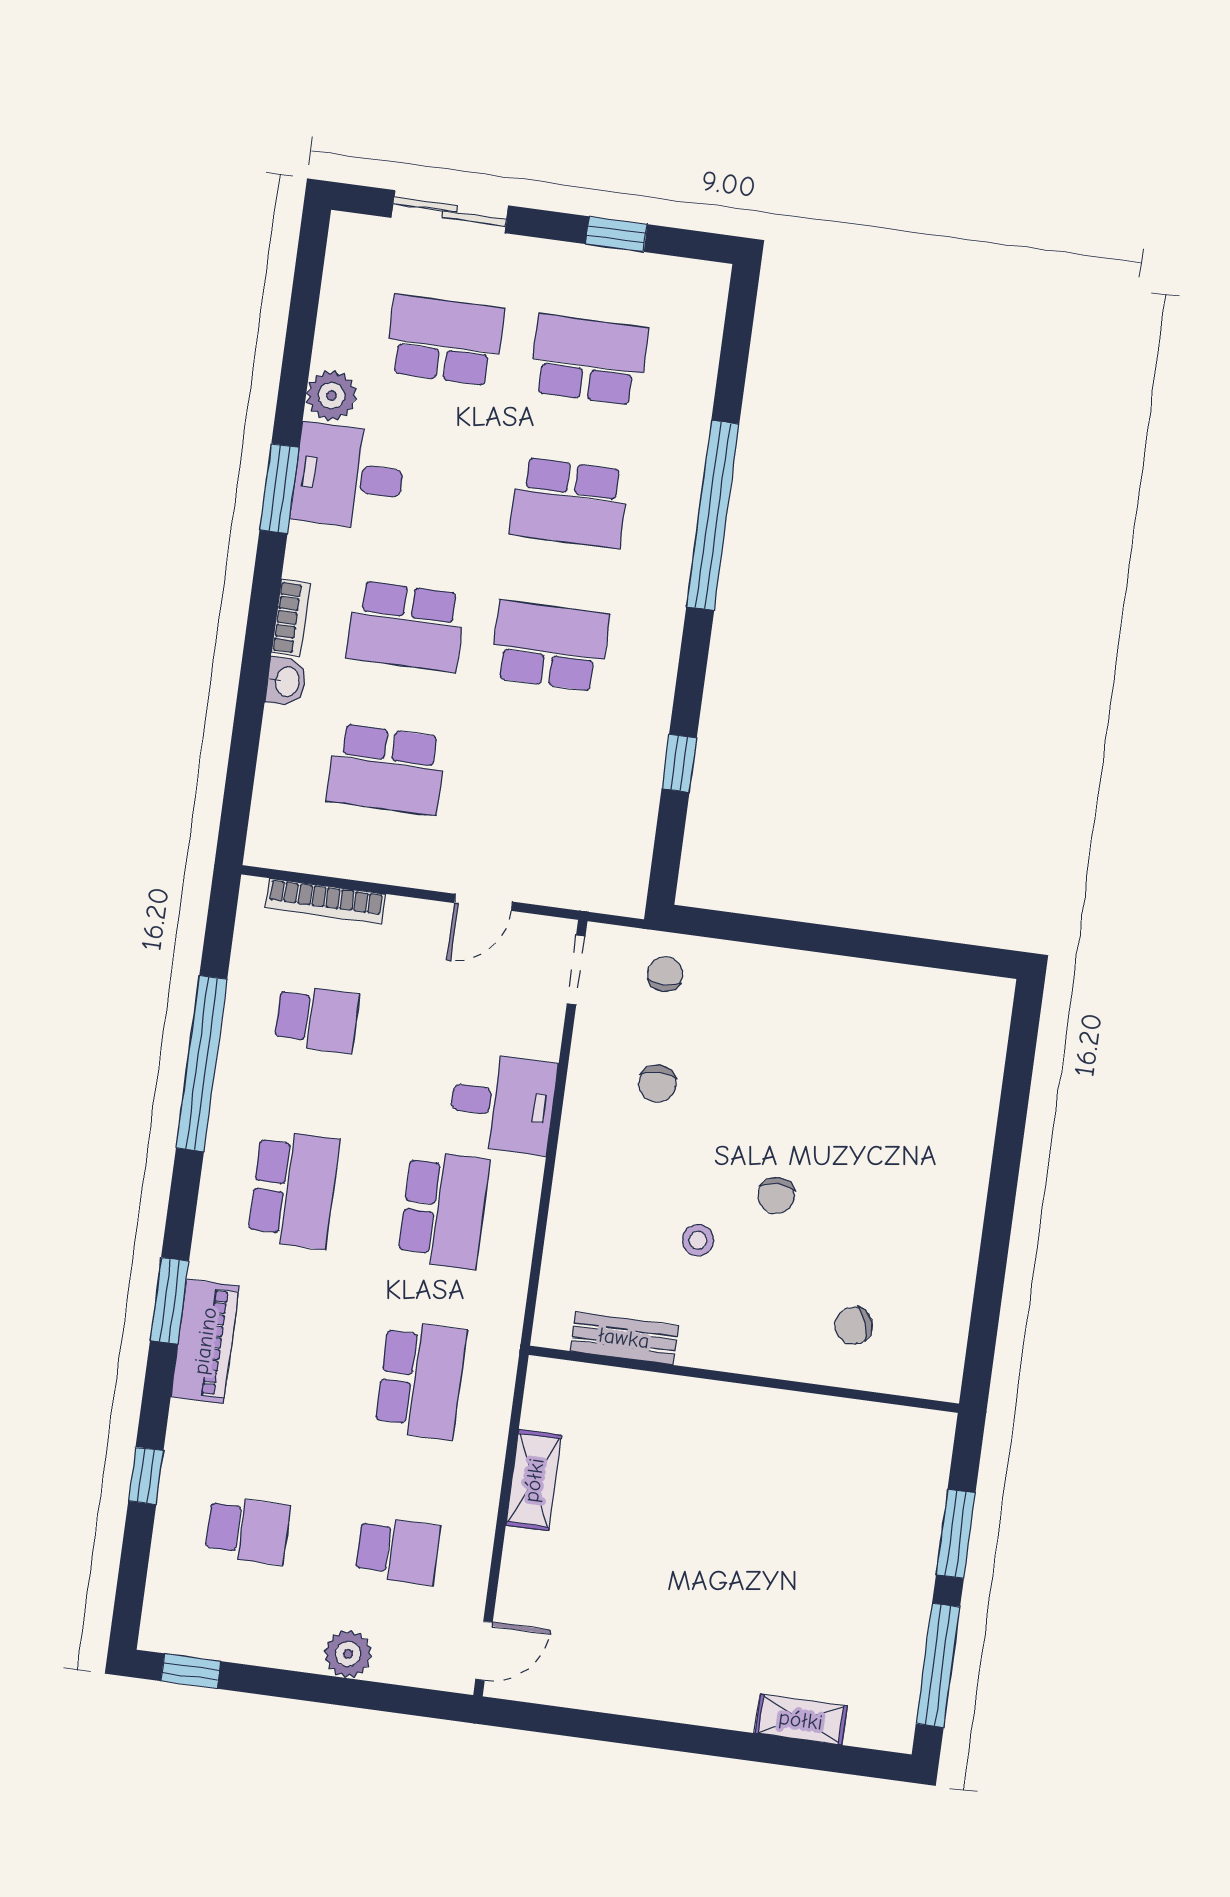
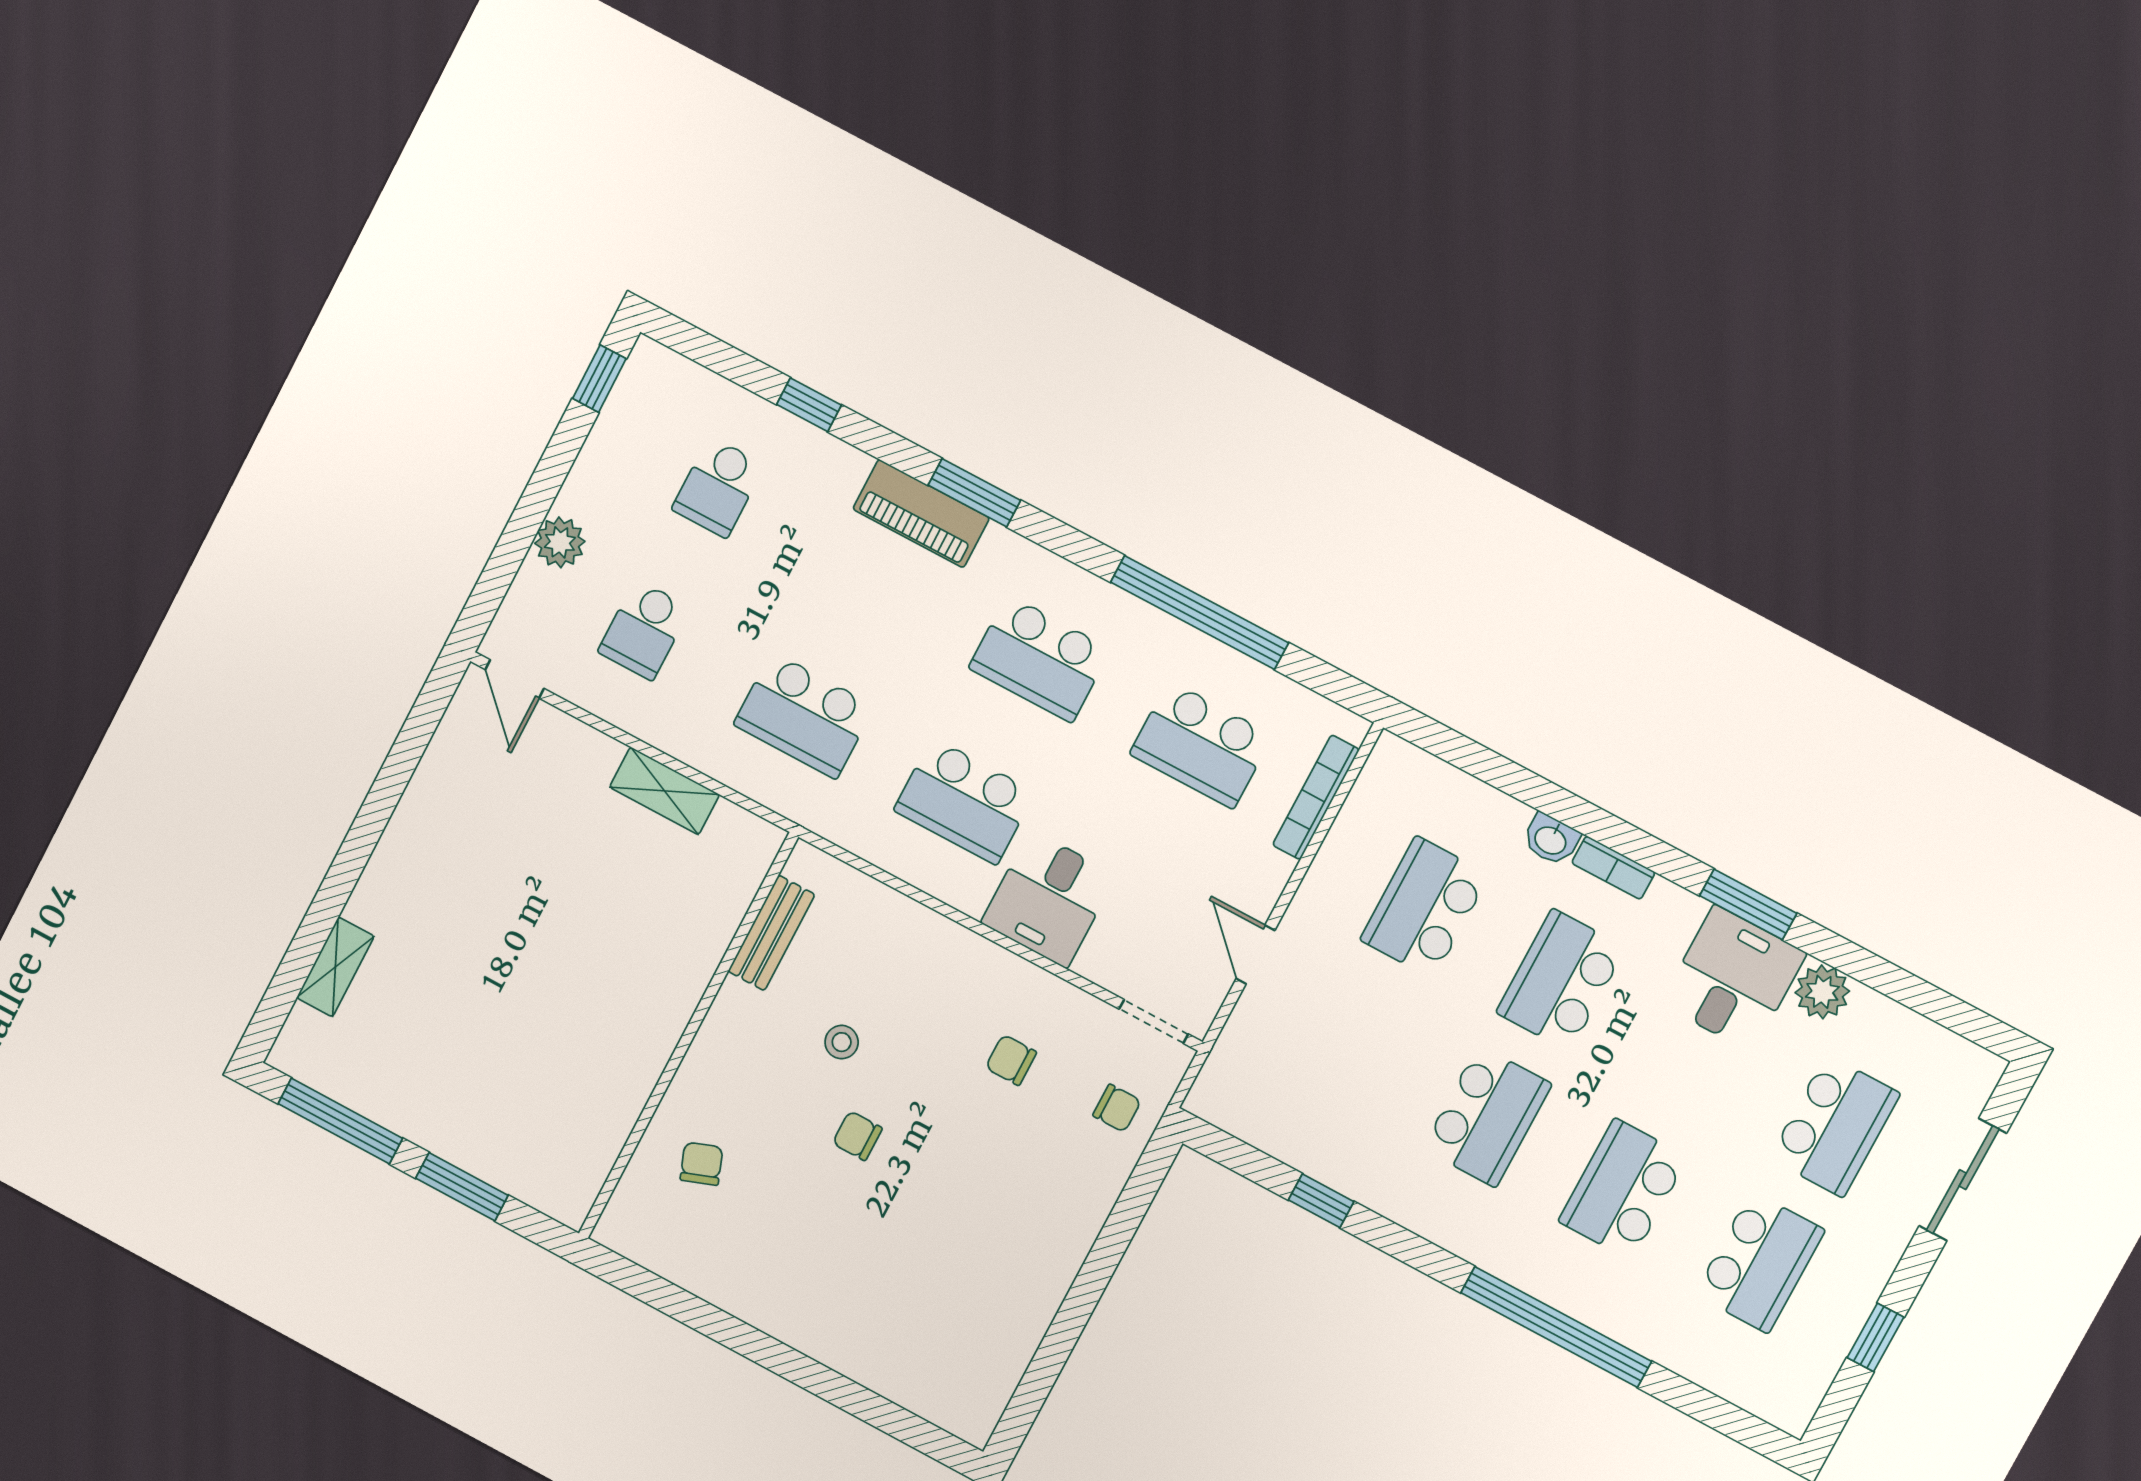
school desk: (317, 1019) -> (1201, 745), width x1.85

